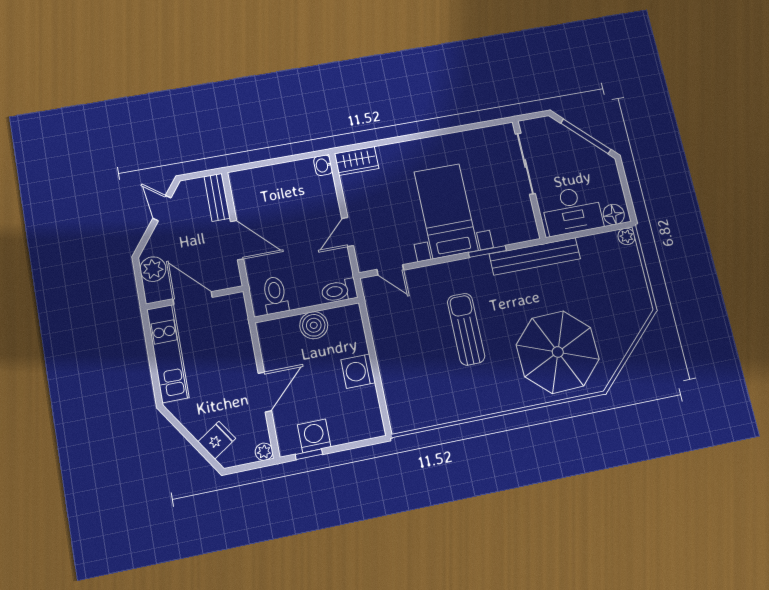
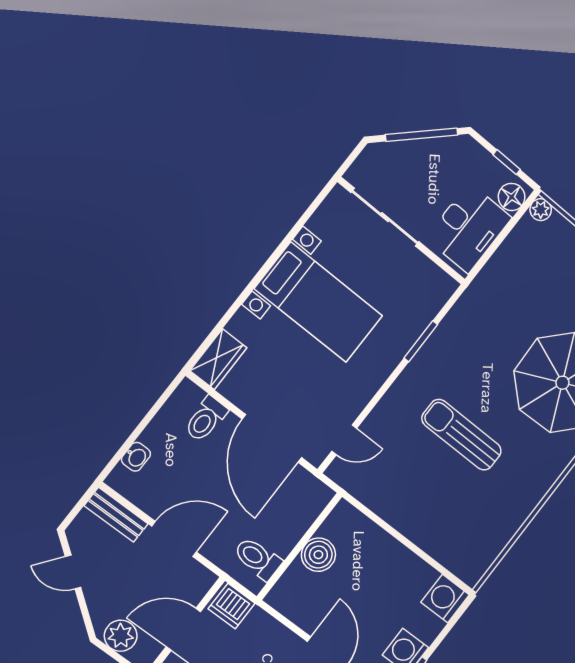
washbasin: (323, 165) -> (136, 457), moved, turned -90
window: (626, 192) -> (507, 162), added
bed with nightstands: (446, 211) -> (319, 302), moved, turned 180
door: (348, 232) -> (272, 439), width x1.88
bench: (535, 256) -> (469, 307), removed
toilet: (339, 291) -> (206, 419), moved
dishwasher: (234, 310) -> (232, 606), added
washing machine: (358, 371) -> (445, 598), moved, turned 90

